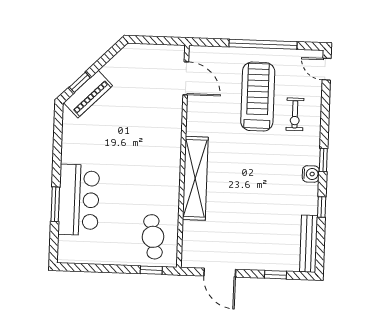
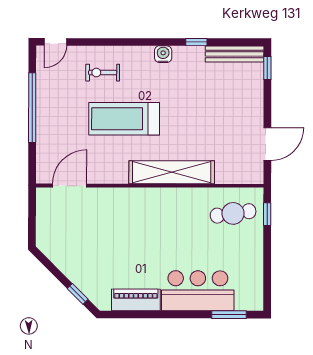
piano: (88, 94) -> (136, 300), moved, turned -45
treadmill: (258, 97) -> (124, 119), moved
exercise bike: (295, 114) -> (103, 73), turned 180
window: (323, 160) -> (148, 42), removed
window: (55, 204) -> (229, 315), moved
window: (276, 275) -> (267, 68), moved

